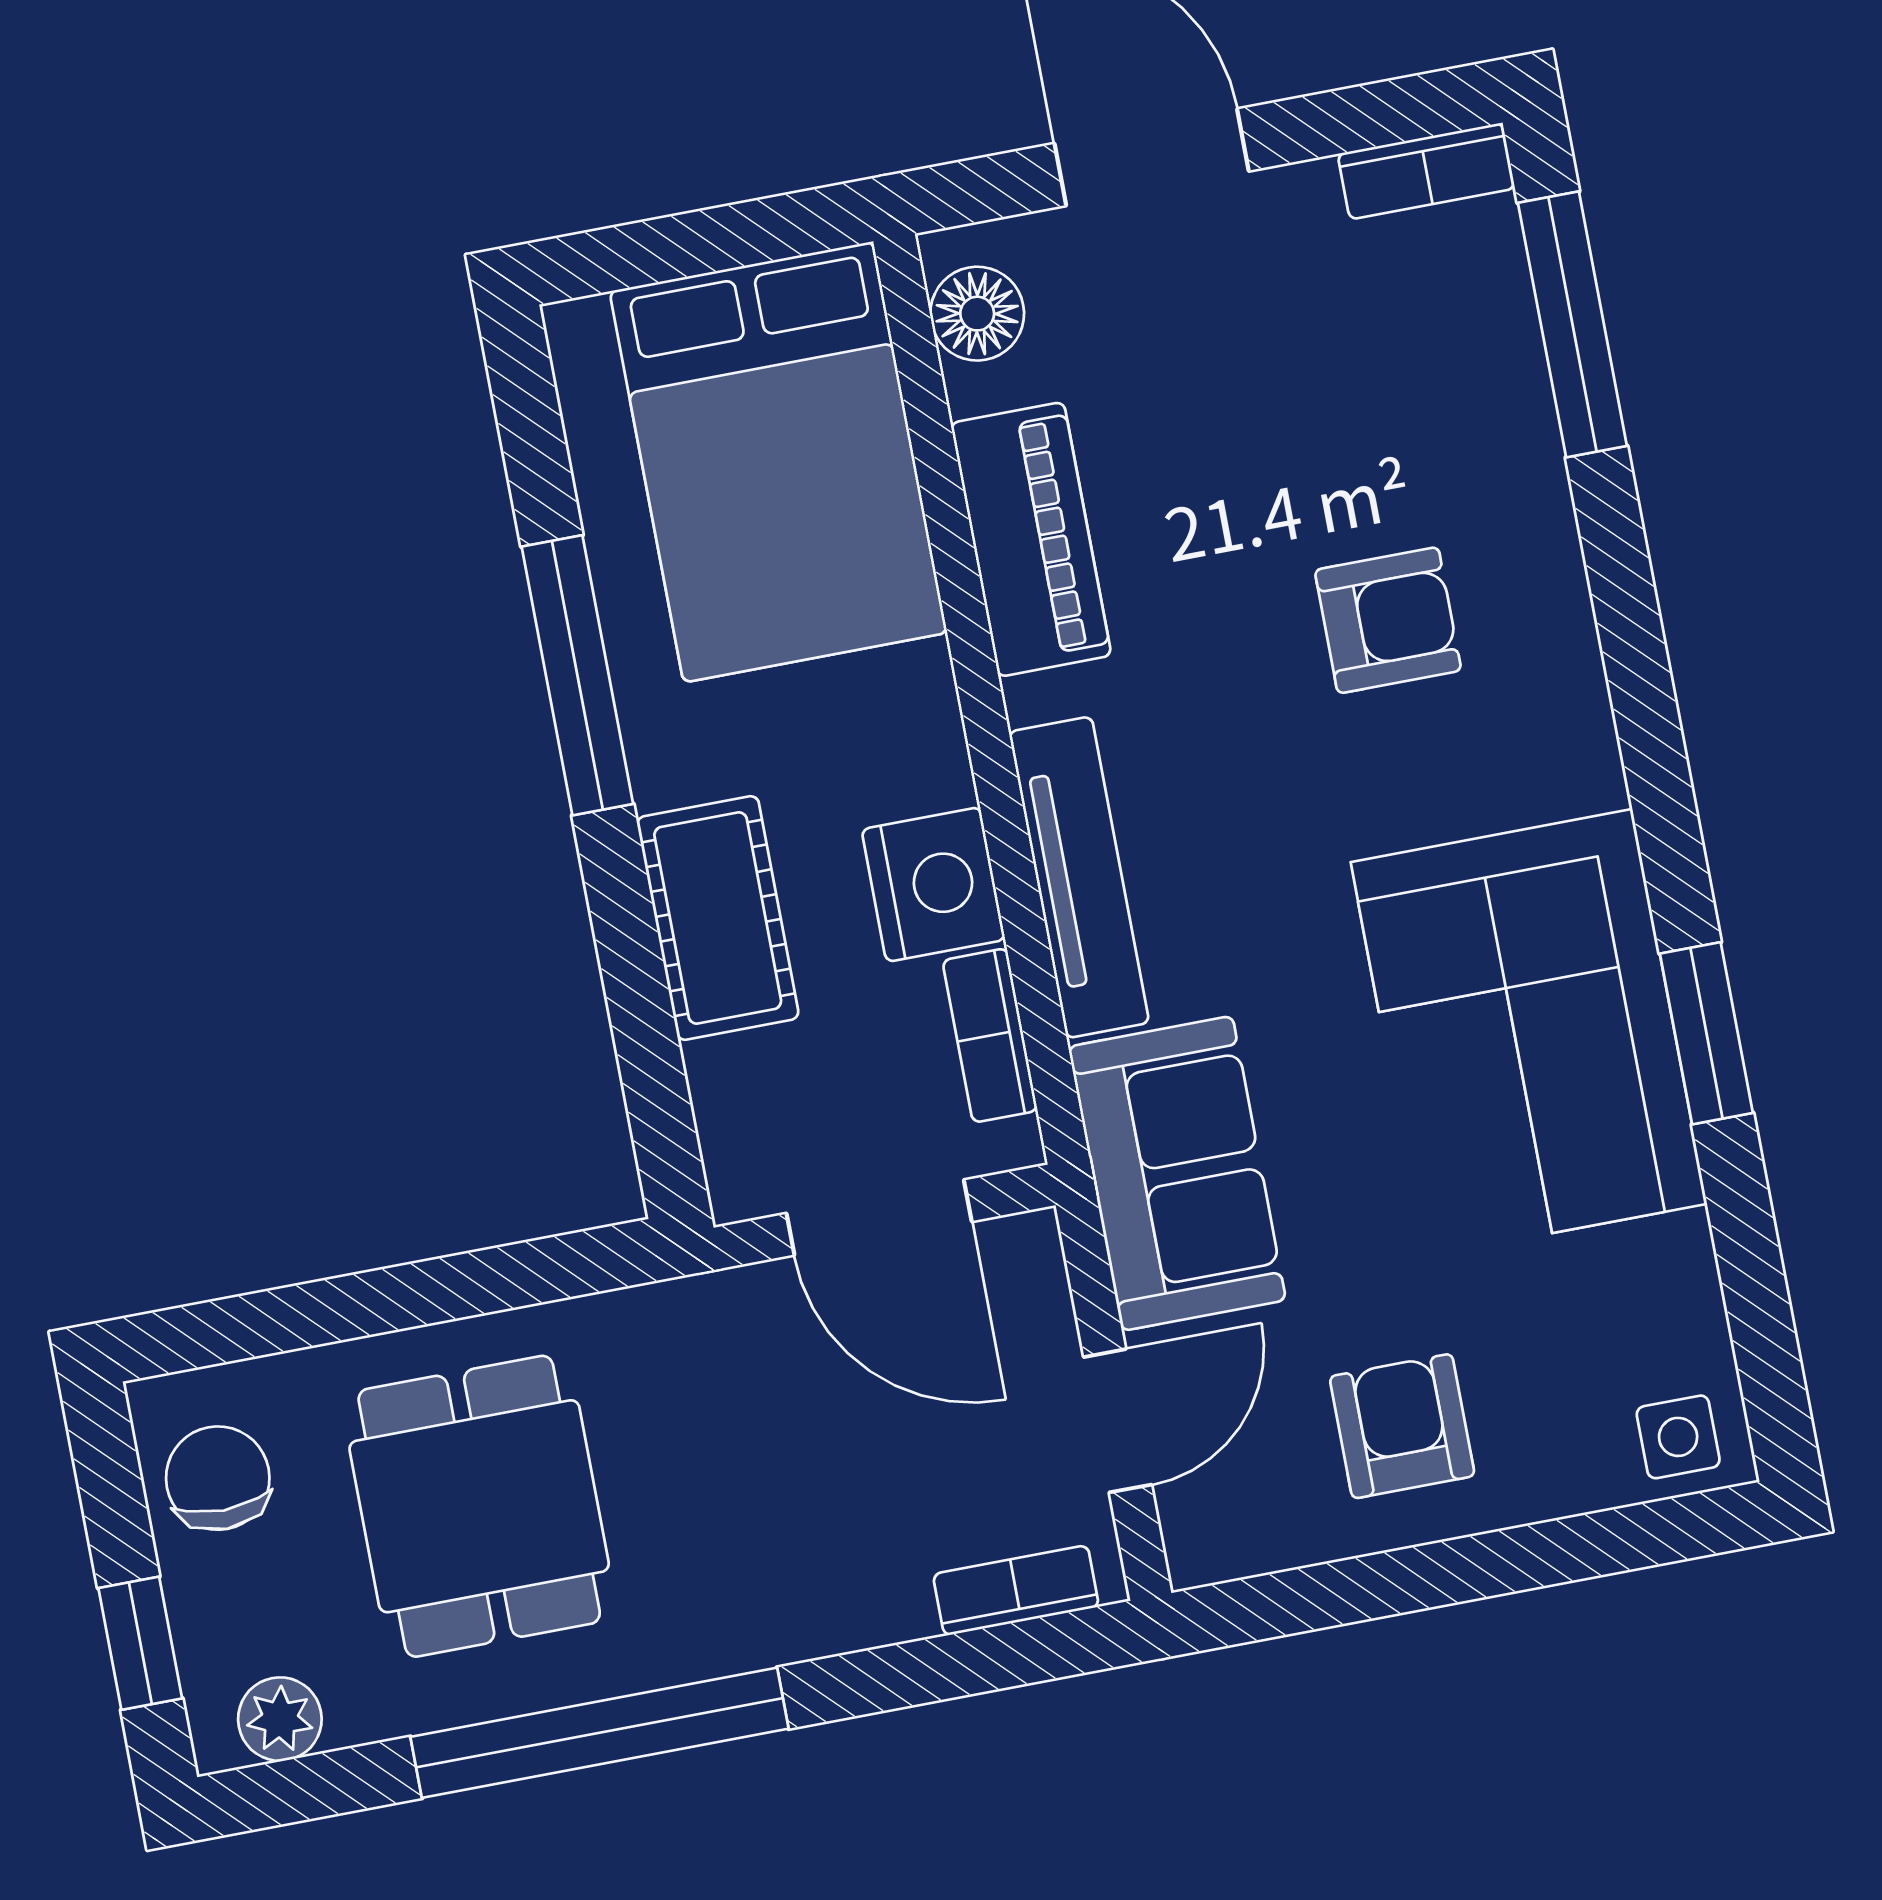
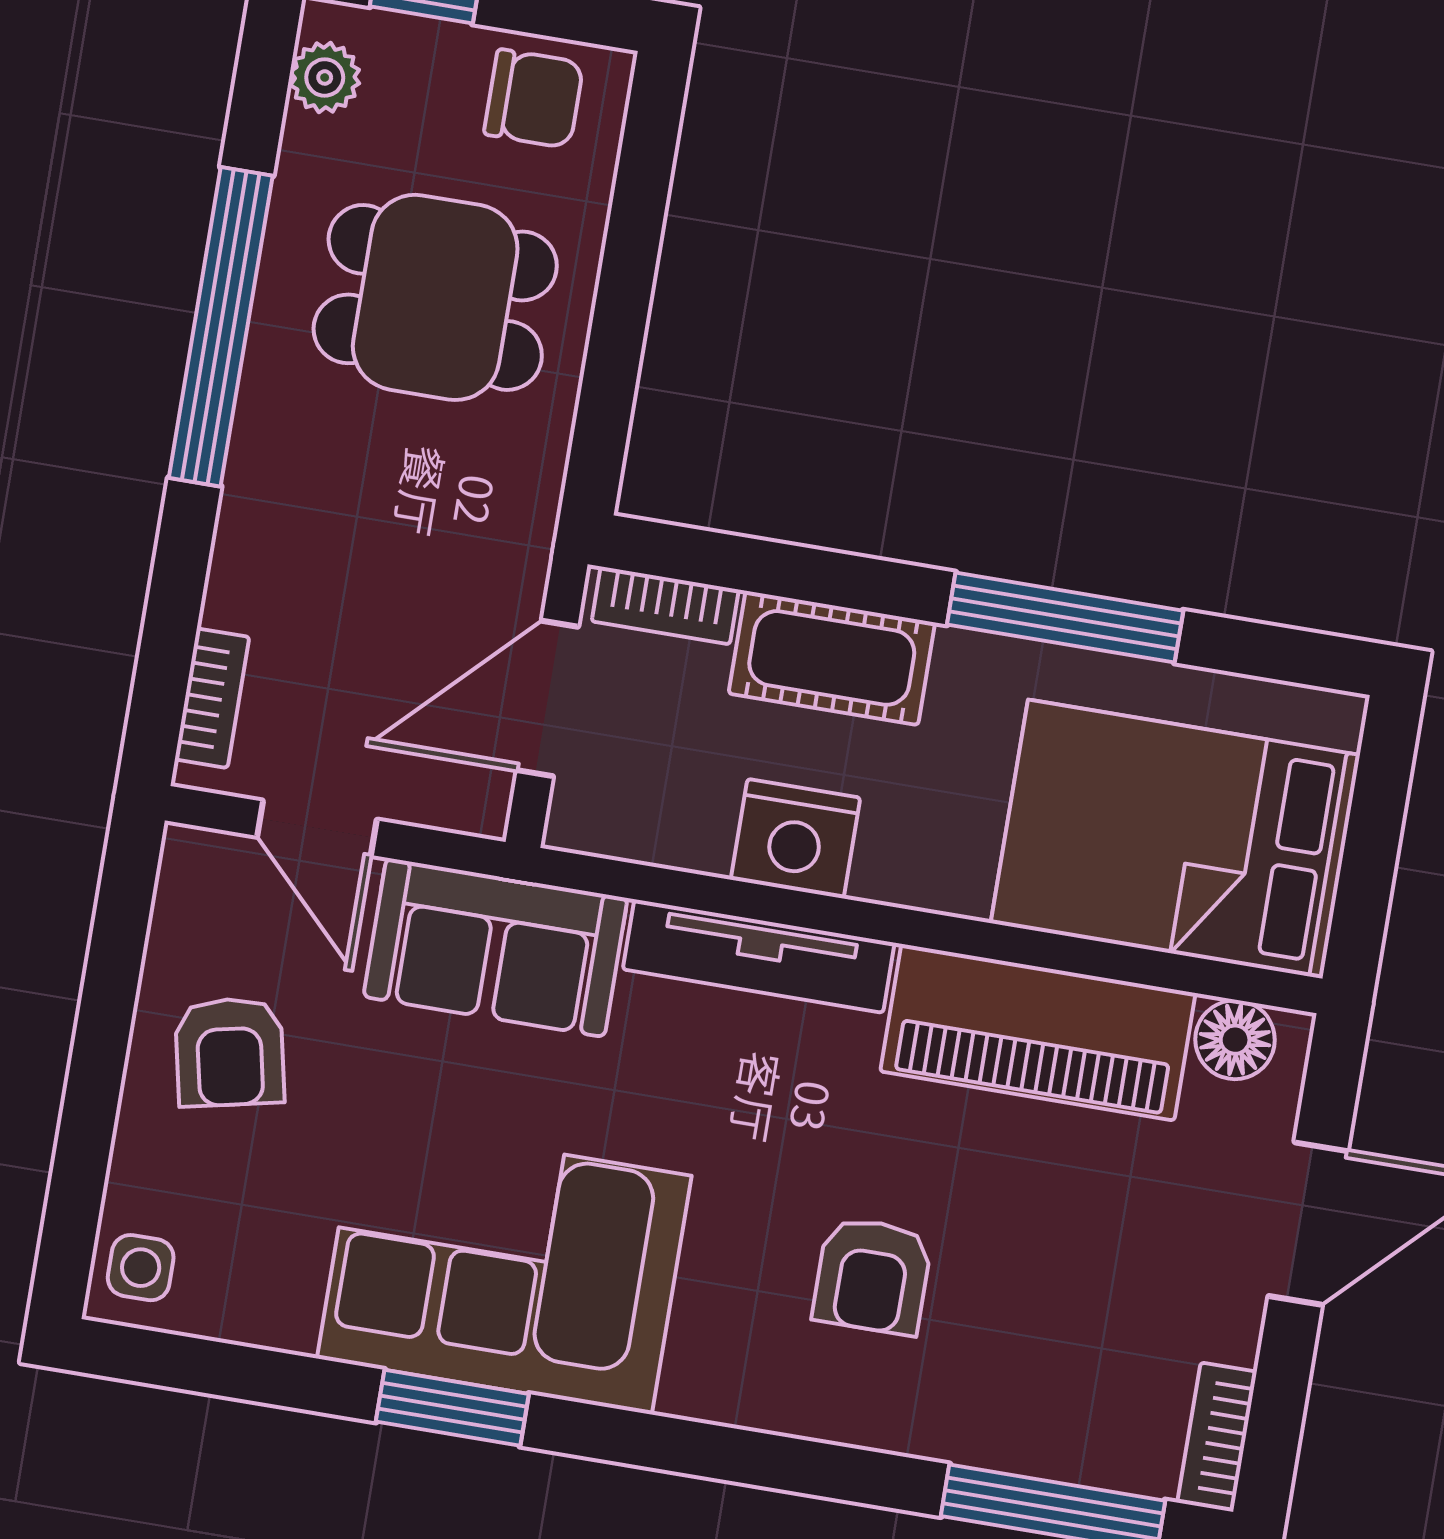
piano: (1031, 539) -> (1038, 1032), width x1.37, depth x1.33
bookcase: (990, 1035) -> (665, 606), moved, turned 180
armchair: (1402, 1426) -> (230, 1052), turned 78

